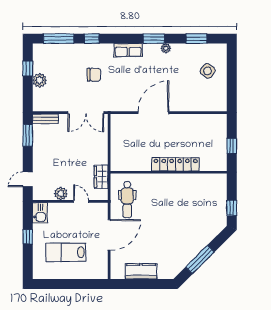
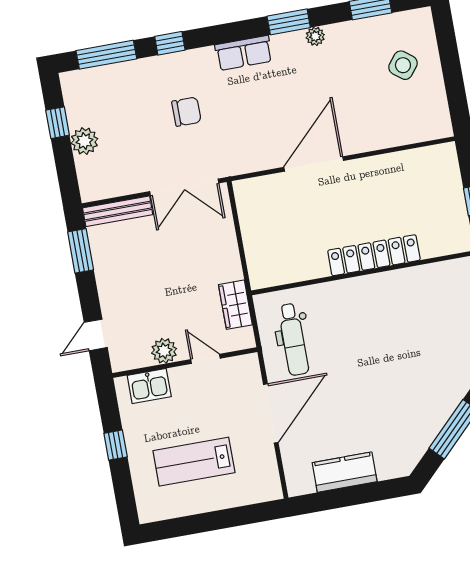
bench: (45, 119) -> (118, 211), width x1.36
kitchen sink: (40, 213) -> (149, 386), moved, turned 90

